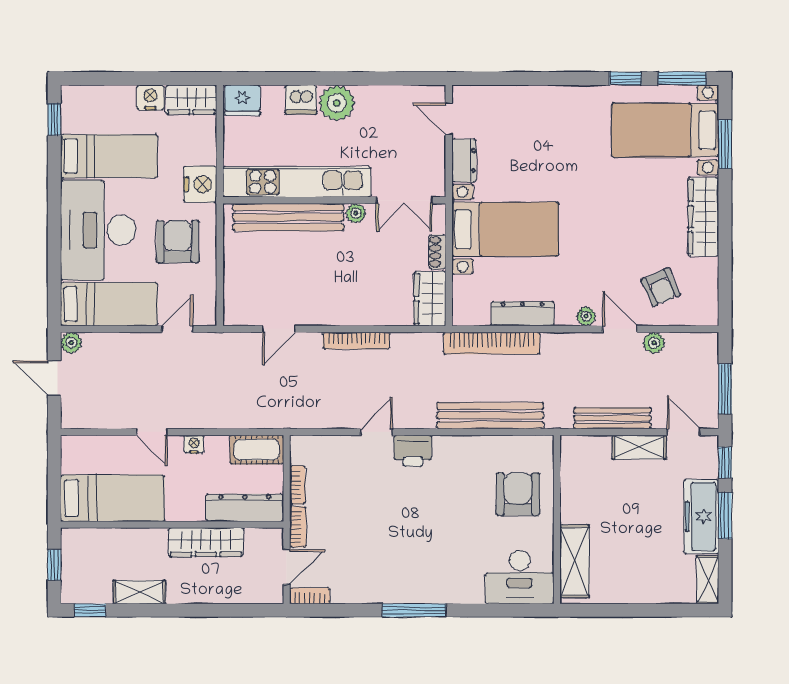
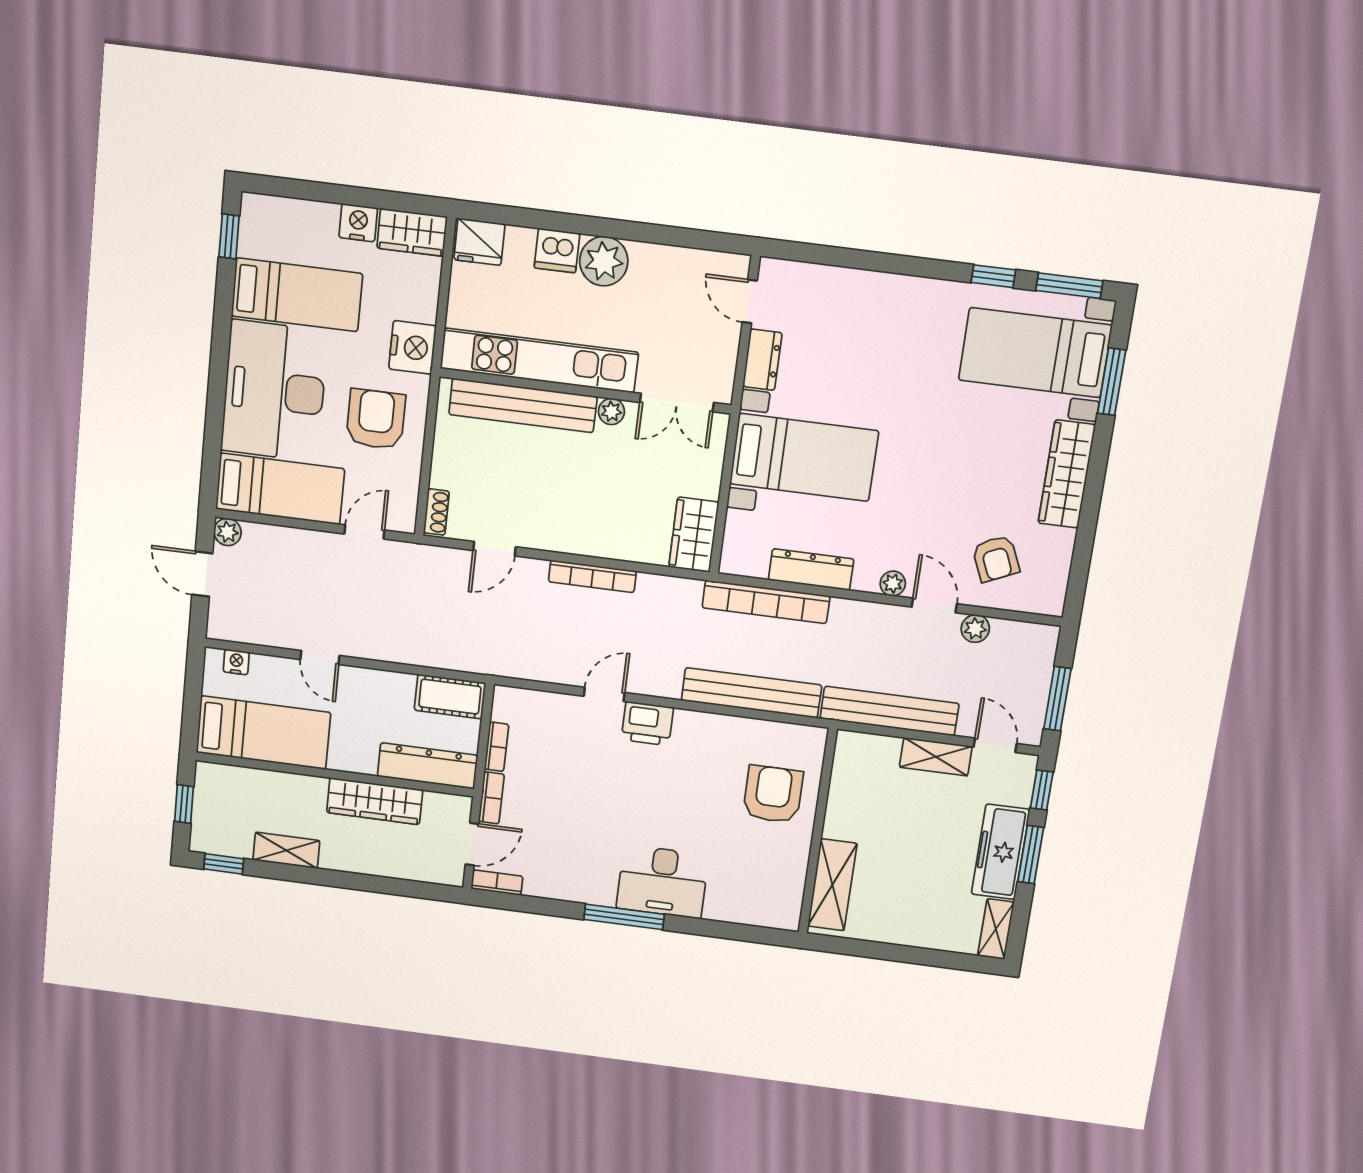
shoe rack: (437, 252) -> (436, 512), moved, turned 180
bench: (612, 418) -> (889, 711), width x1.37, depth x1.21
nightstand: (194, 444) -> (236, 662), moved
desk: (520, 577) -> (663, 882), moved

